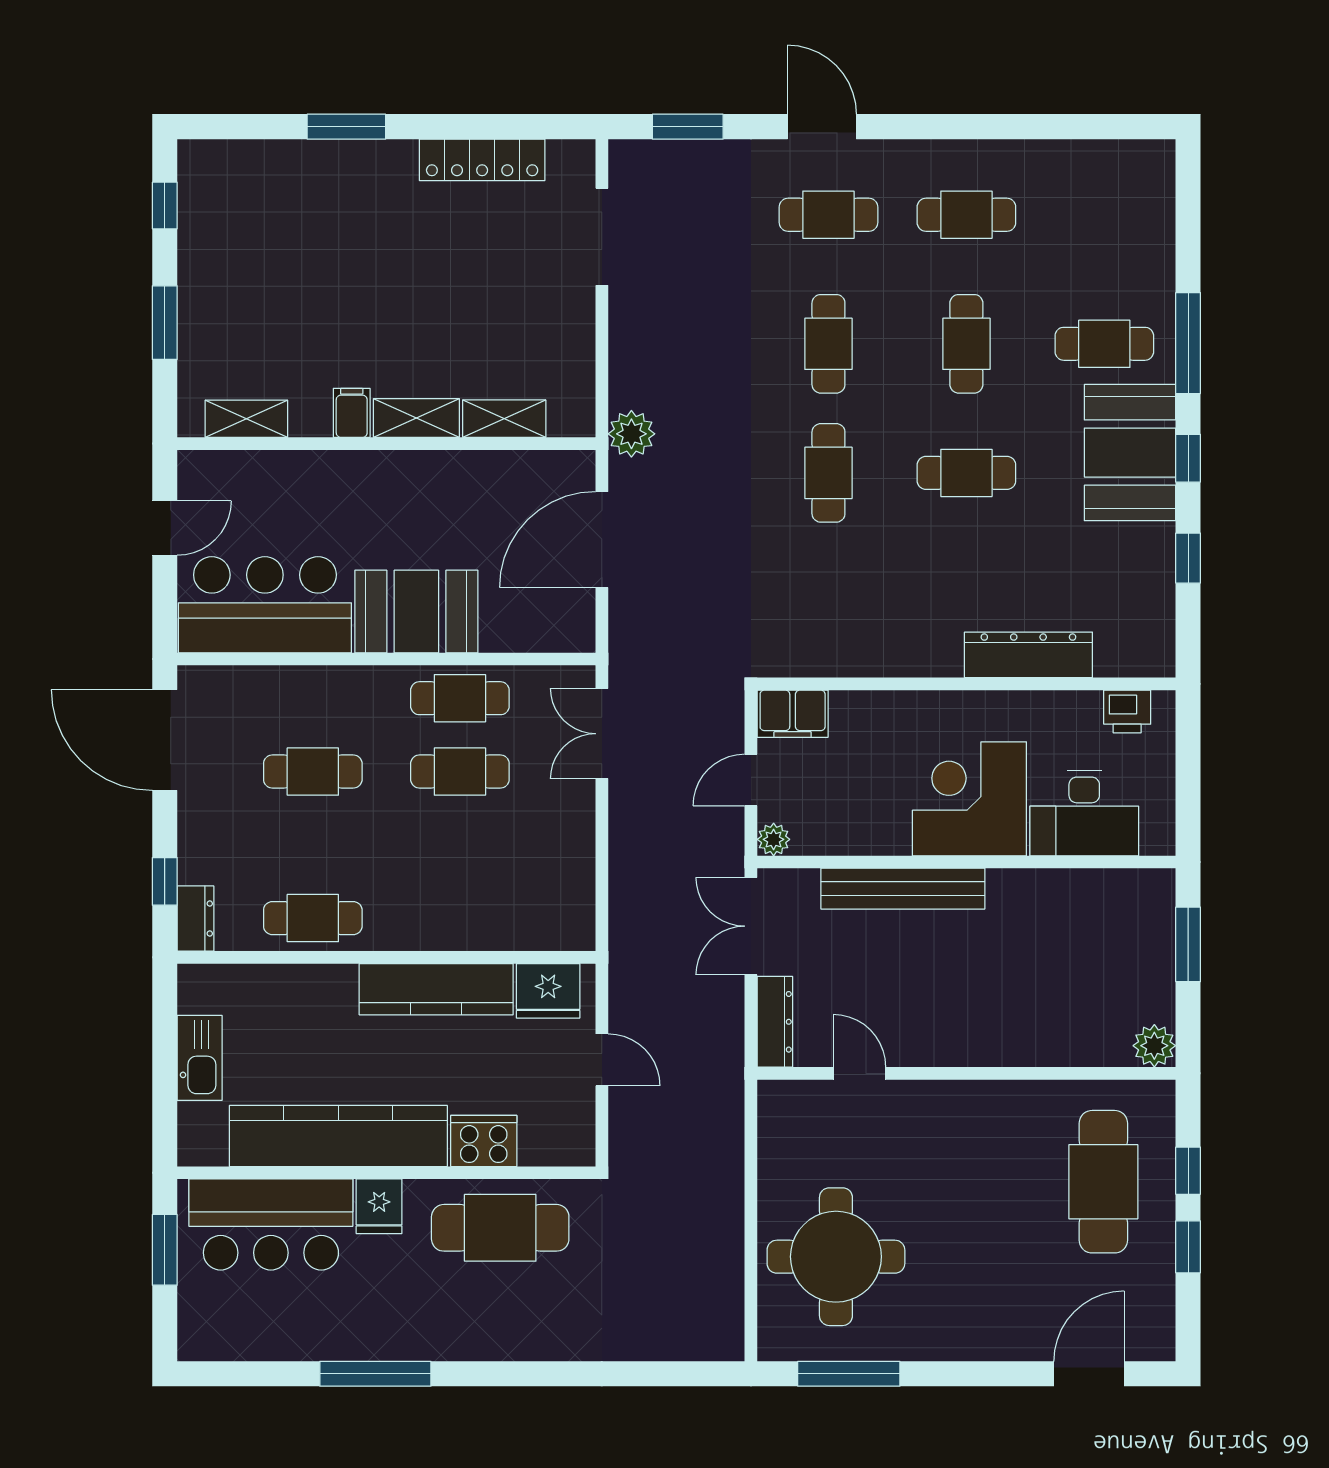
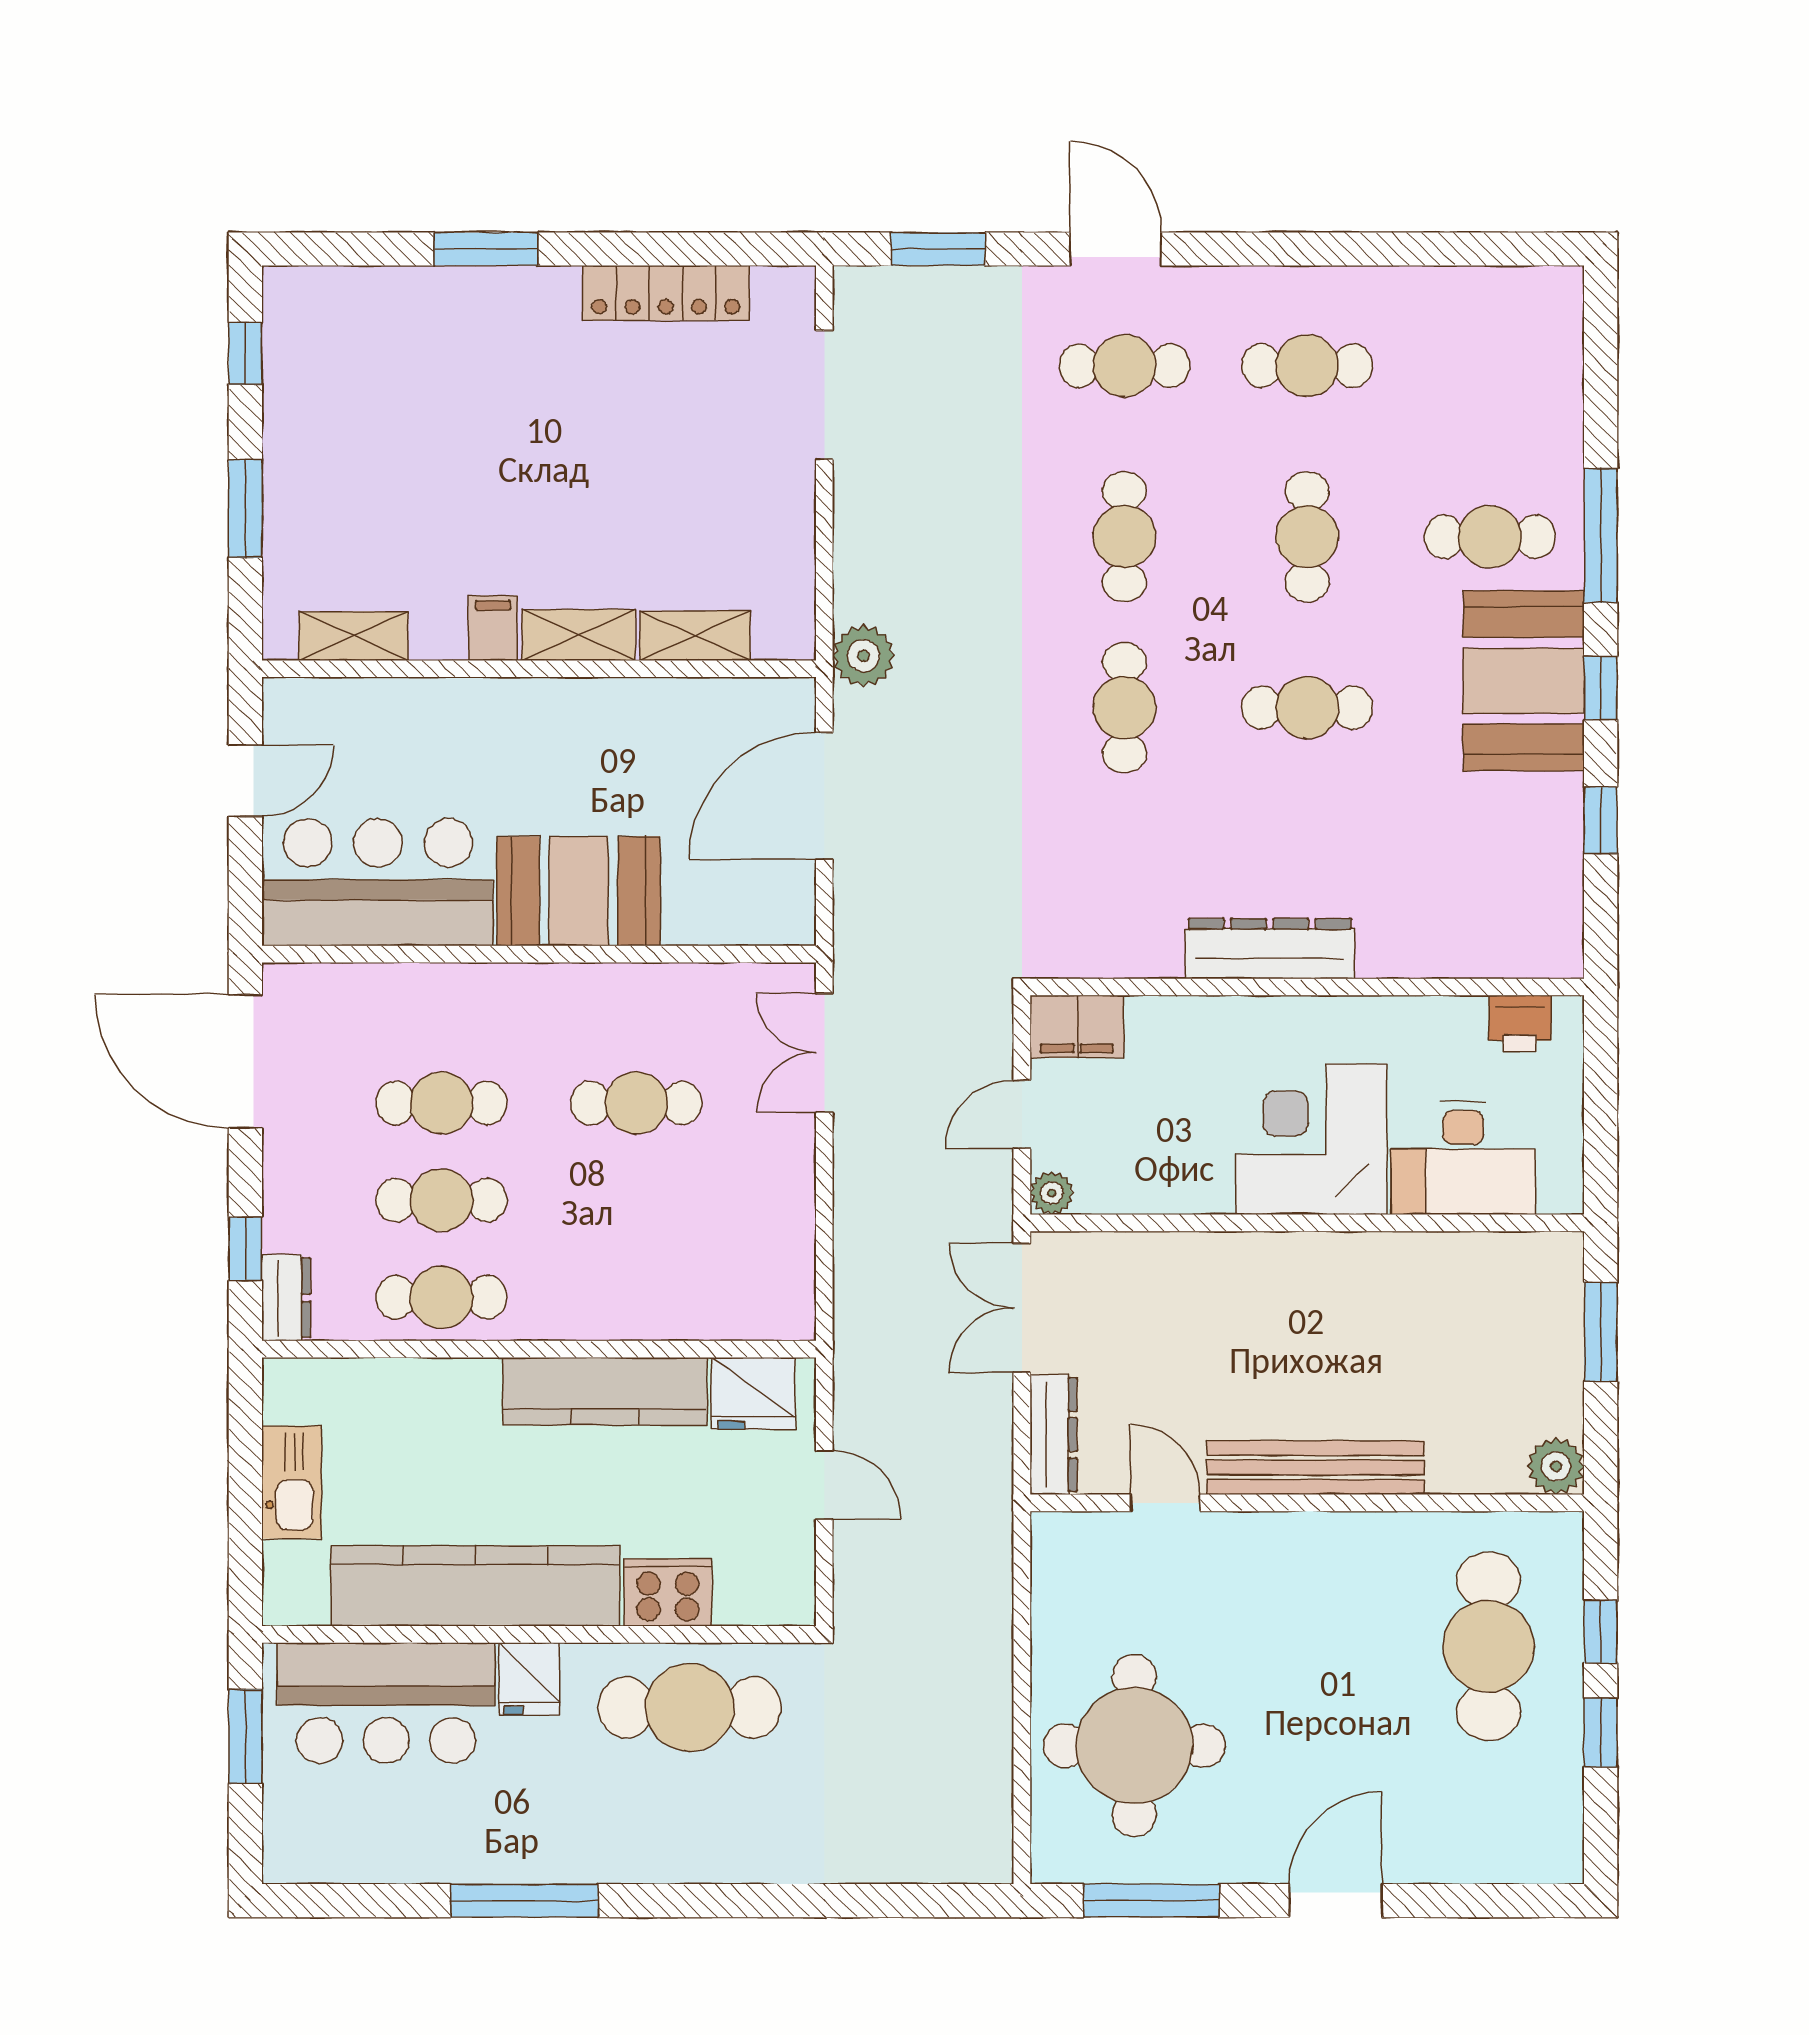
dresser: (1028, 655) -> (1270, 949), moved
cafe table: (460, 698) -> (442, 1200), moved
bench: (903, 889) -> (1315, 1468), moved
door: (1089, 1374) -> (1336, 1901), moved

